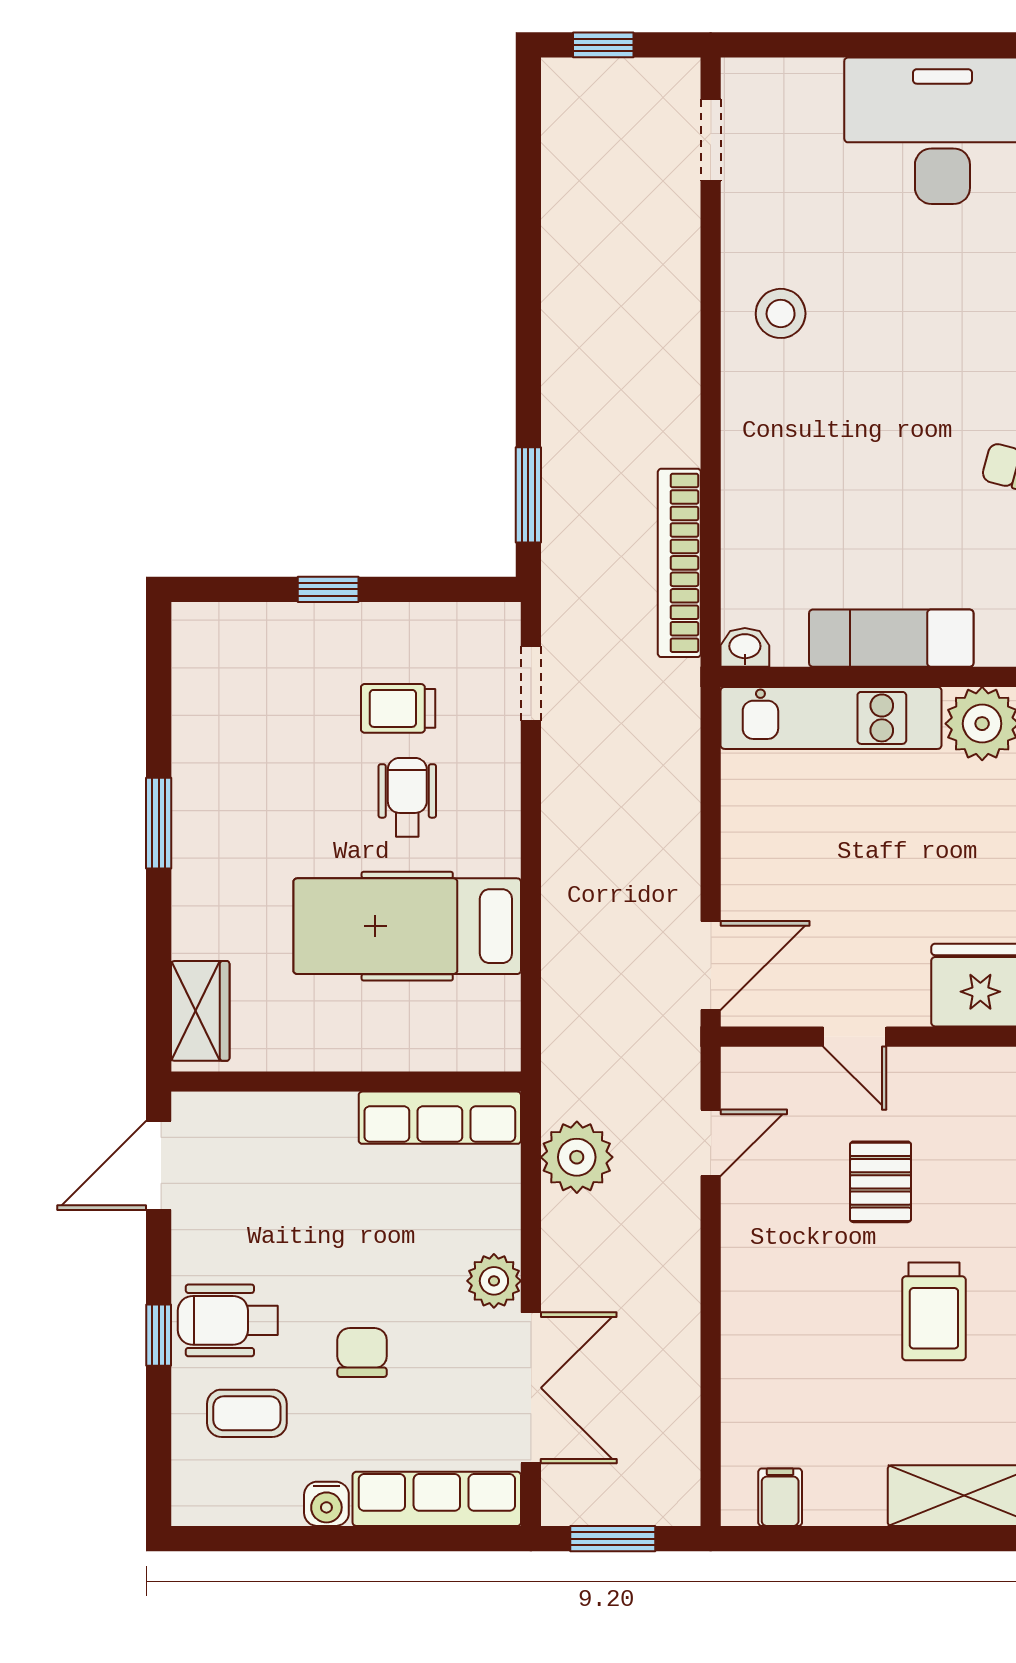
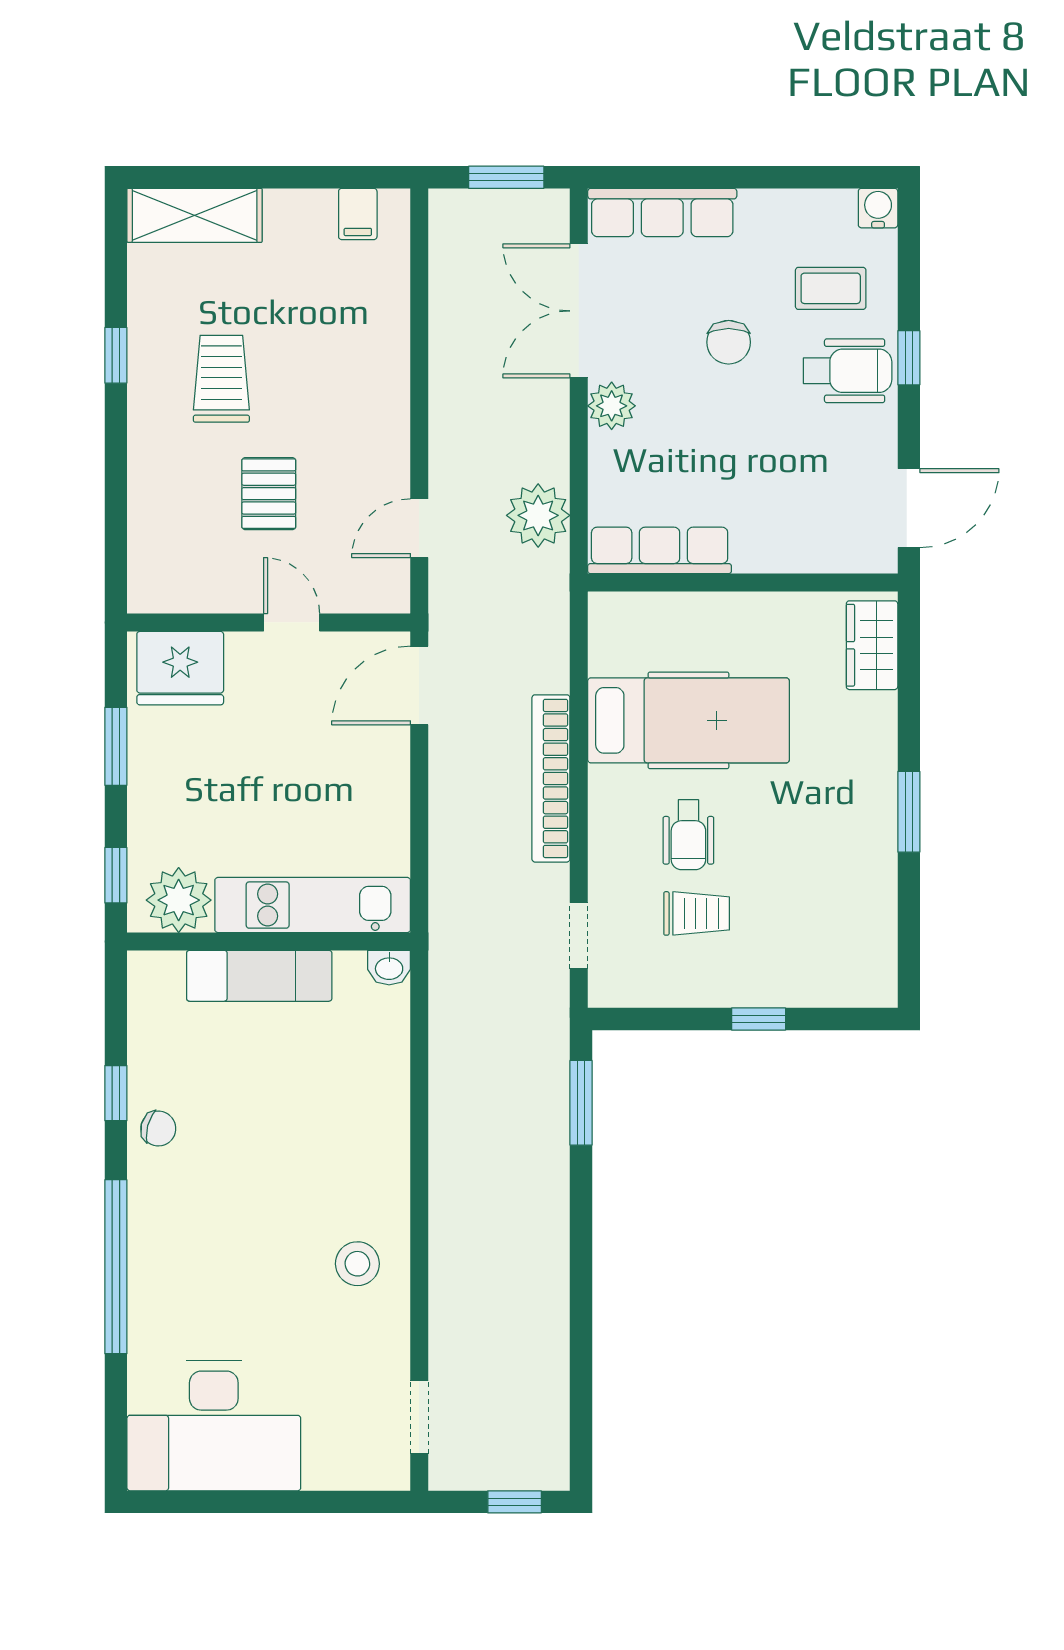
bookcase: (679, 563) -> (551, 778), moved, turned 180
water cooler: (326, 1504) -> (878, 208), moved

